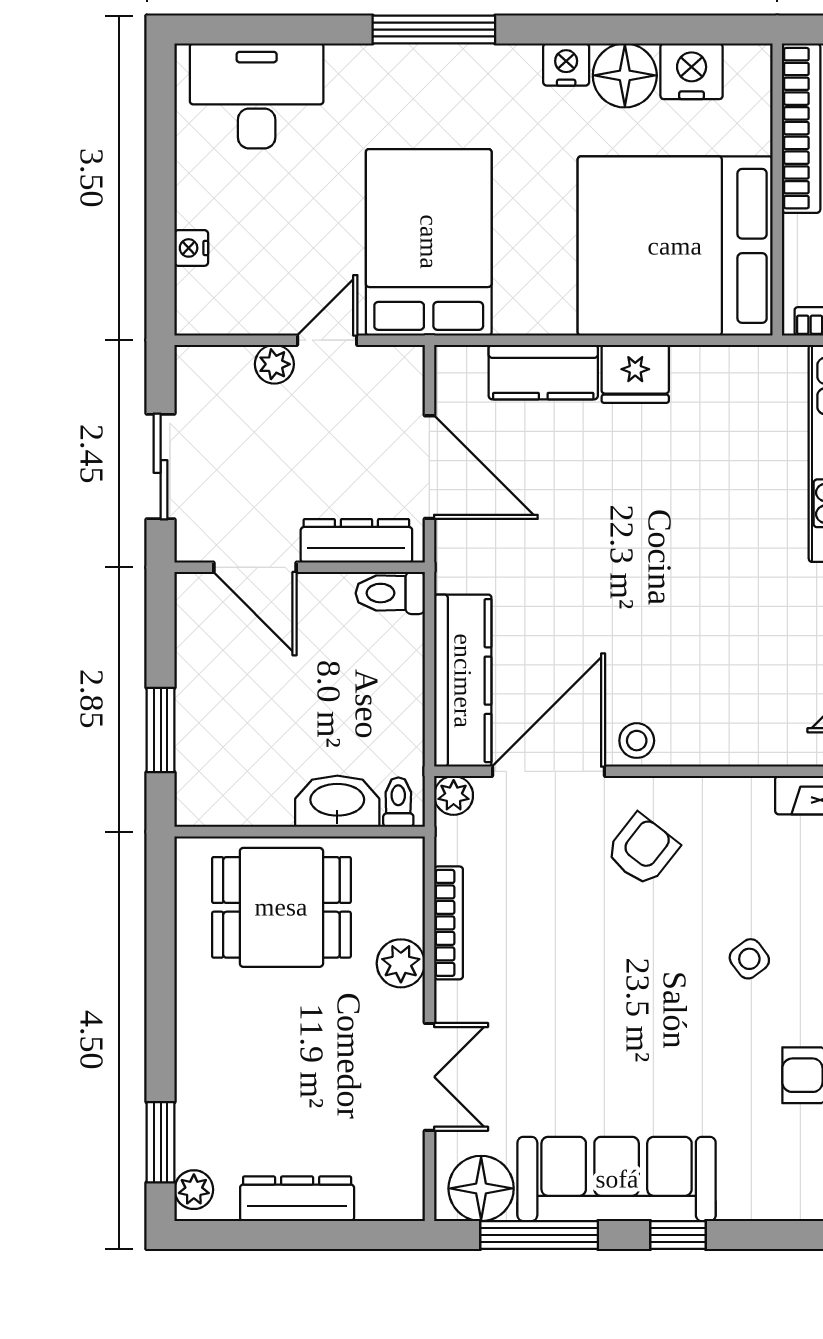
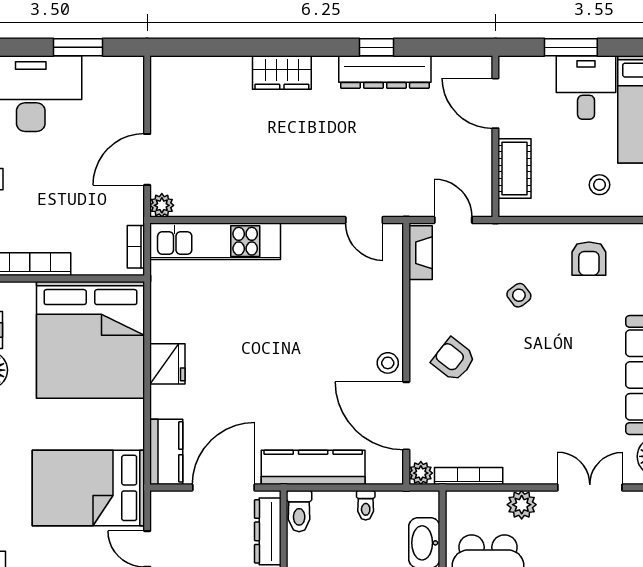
kitchen counter: (543, 372) -> (166, 452), moved
kitchen counter: (463, 681) -> (313, 467), moved
toilet: (398, 802) -> (366, 505), moved, turned -90
bookcase: (449, 923) -> (469, 476), moved

